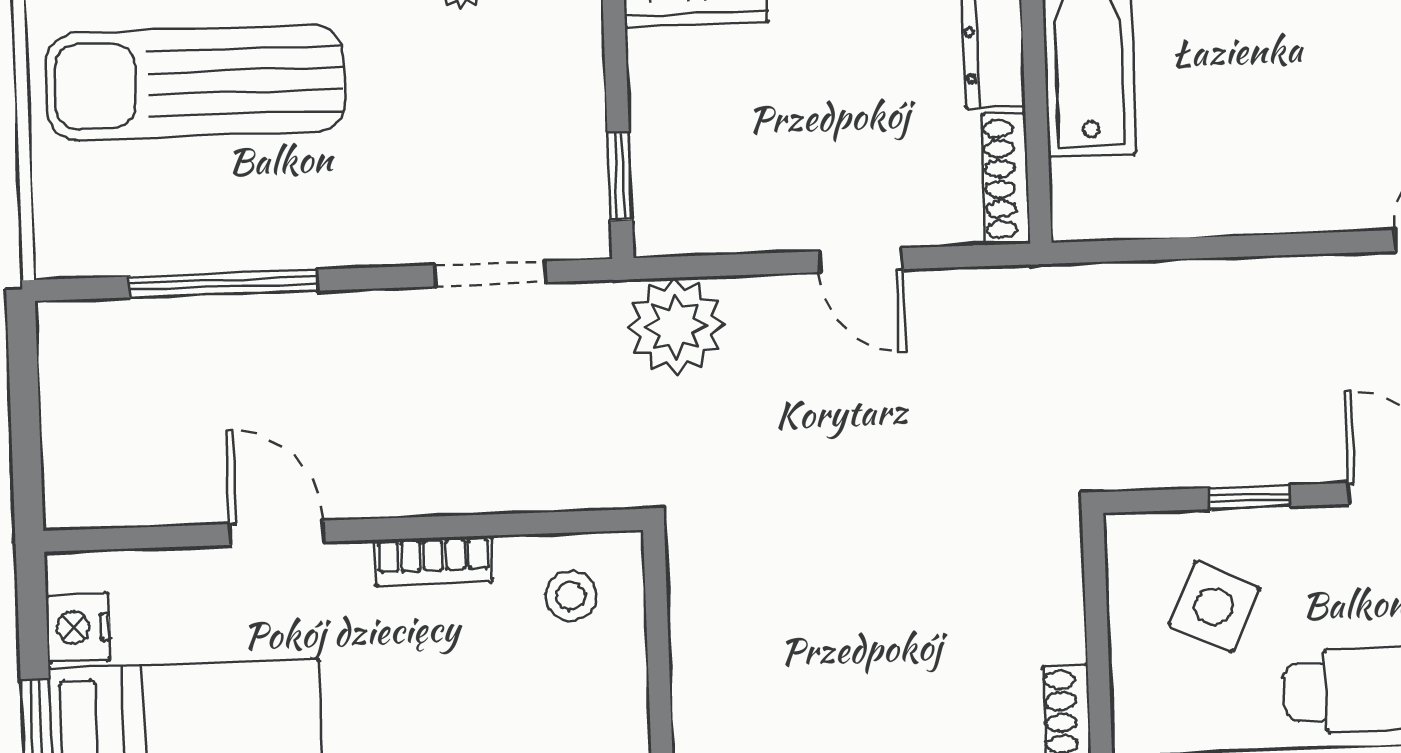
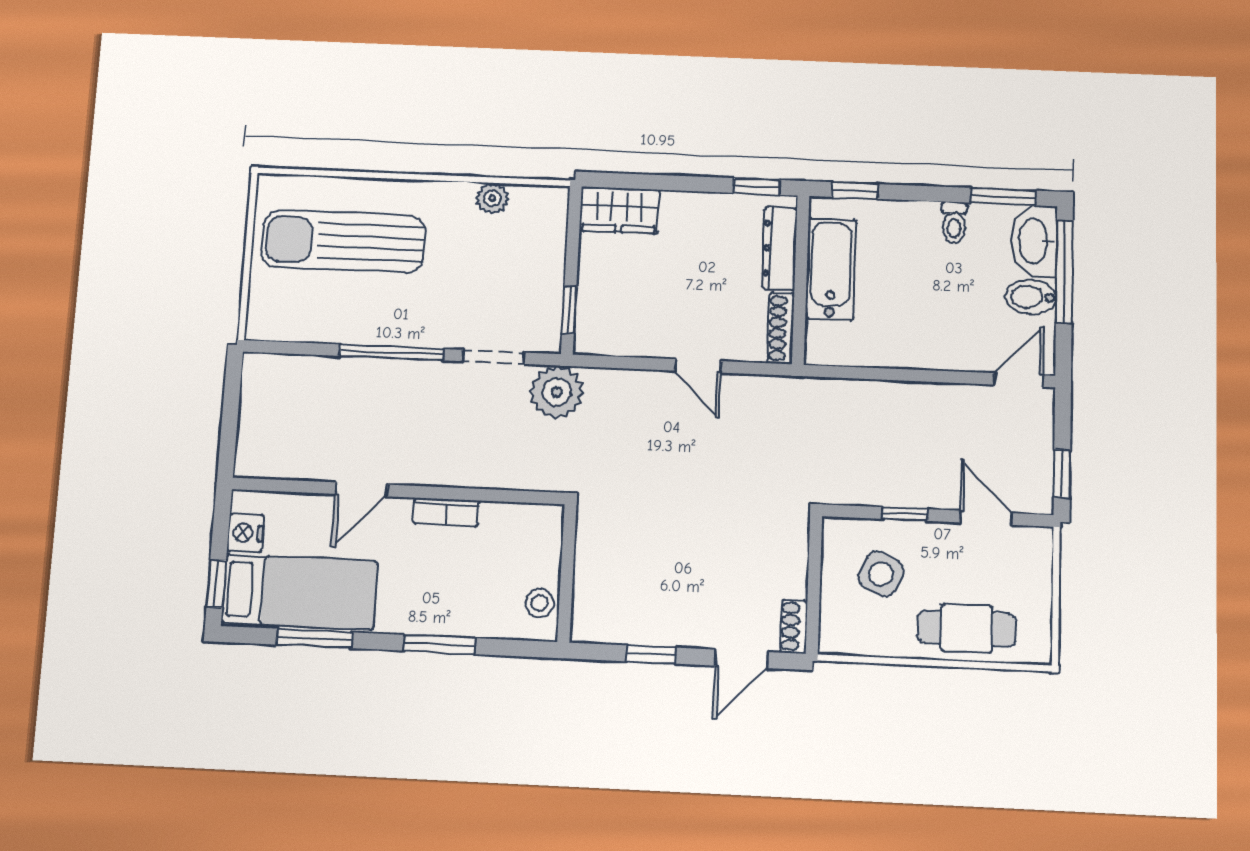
window: (223, 284) -> (391, 352), moved
plant: (676, 326) -> (557, 392), moved
door: (277, 533) -> (361, 489), swing flipped
stool: (571, 596) -> (540, 603), moved

